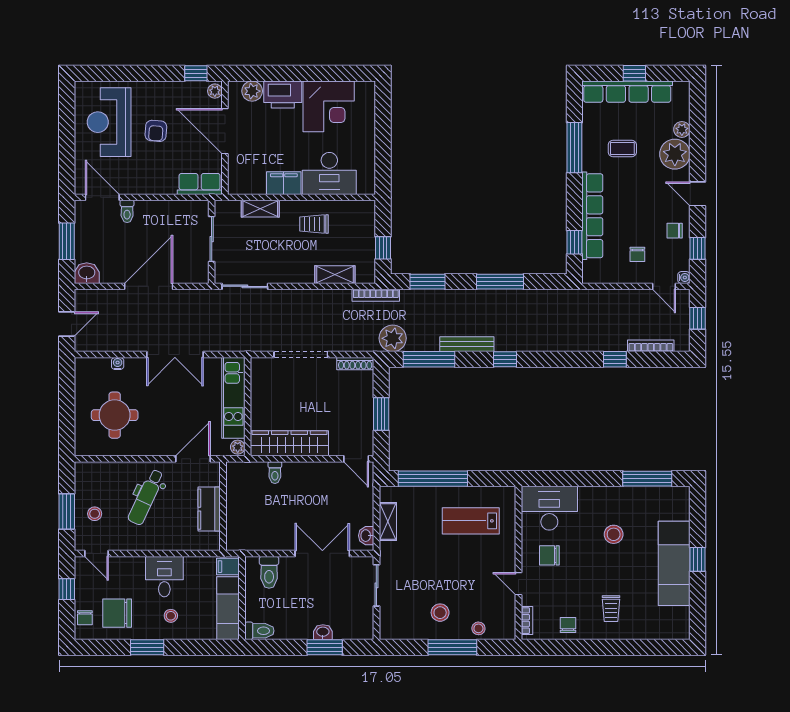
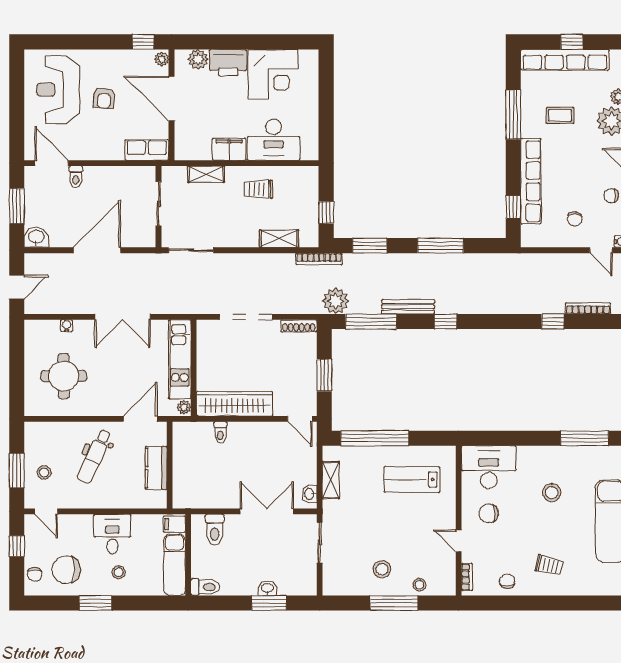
trolley: (611, 609) -> (549, 565), turned -77

